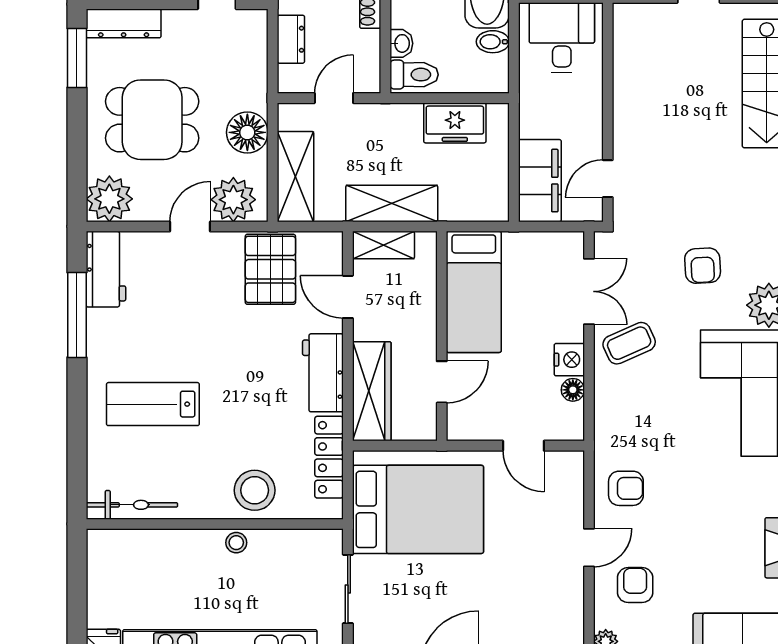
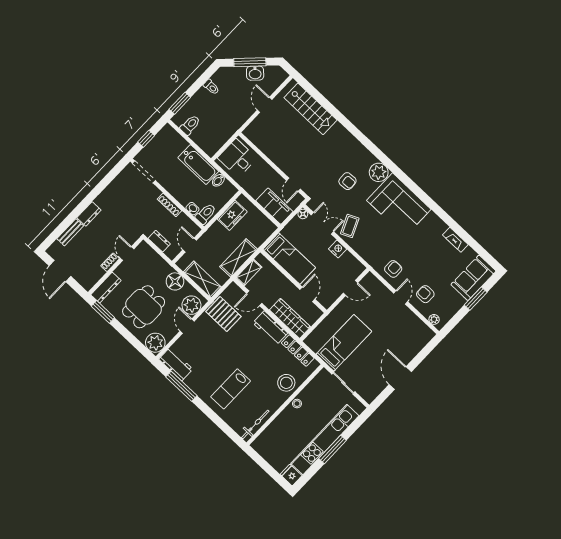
floor lamp: (573, 390) -> (303, 214), moved
bed: (418, 509) -> (344, 343), width x0.67

